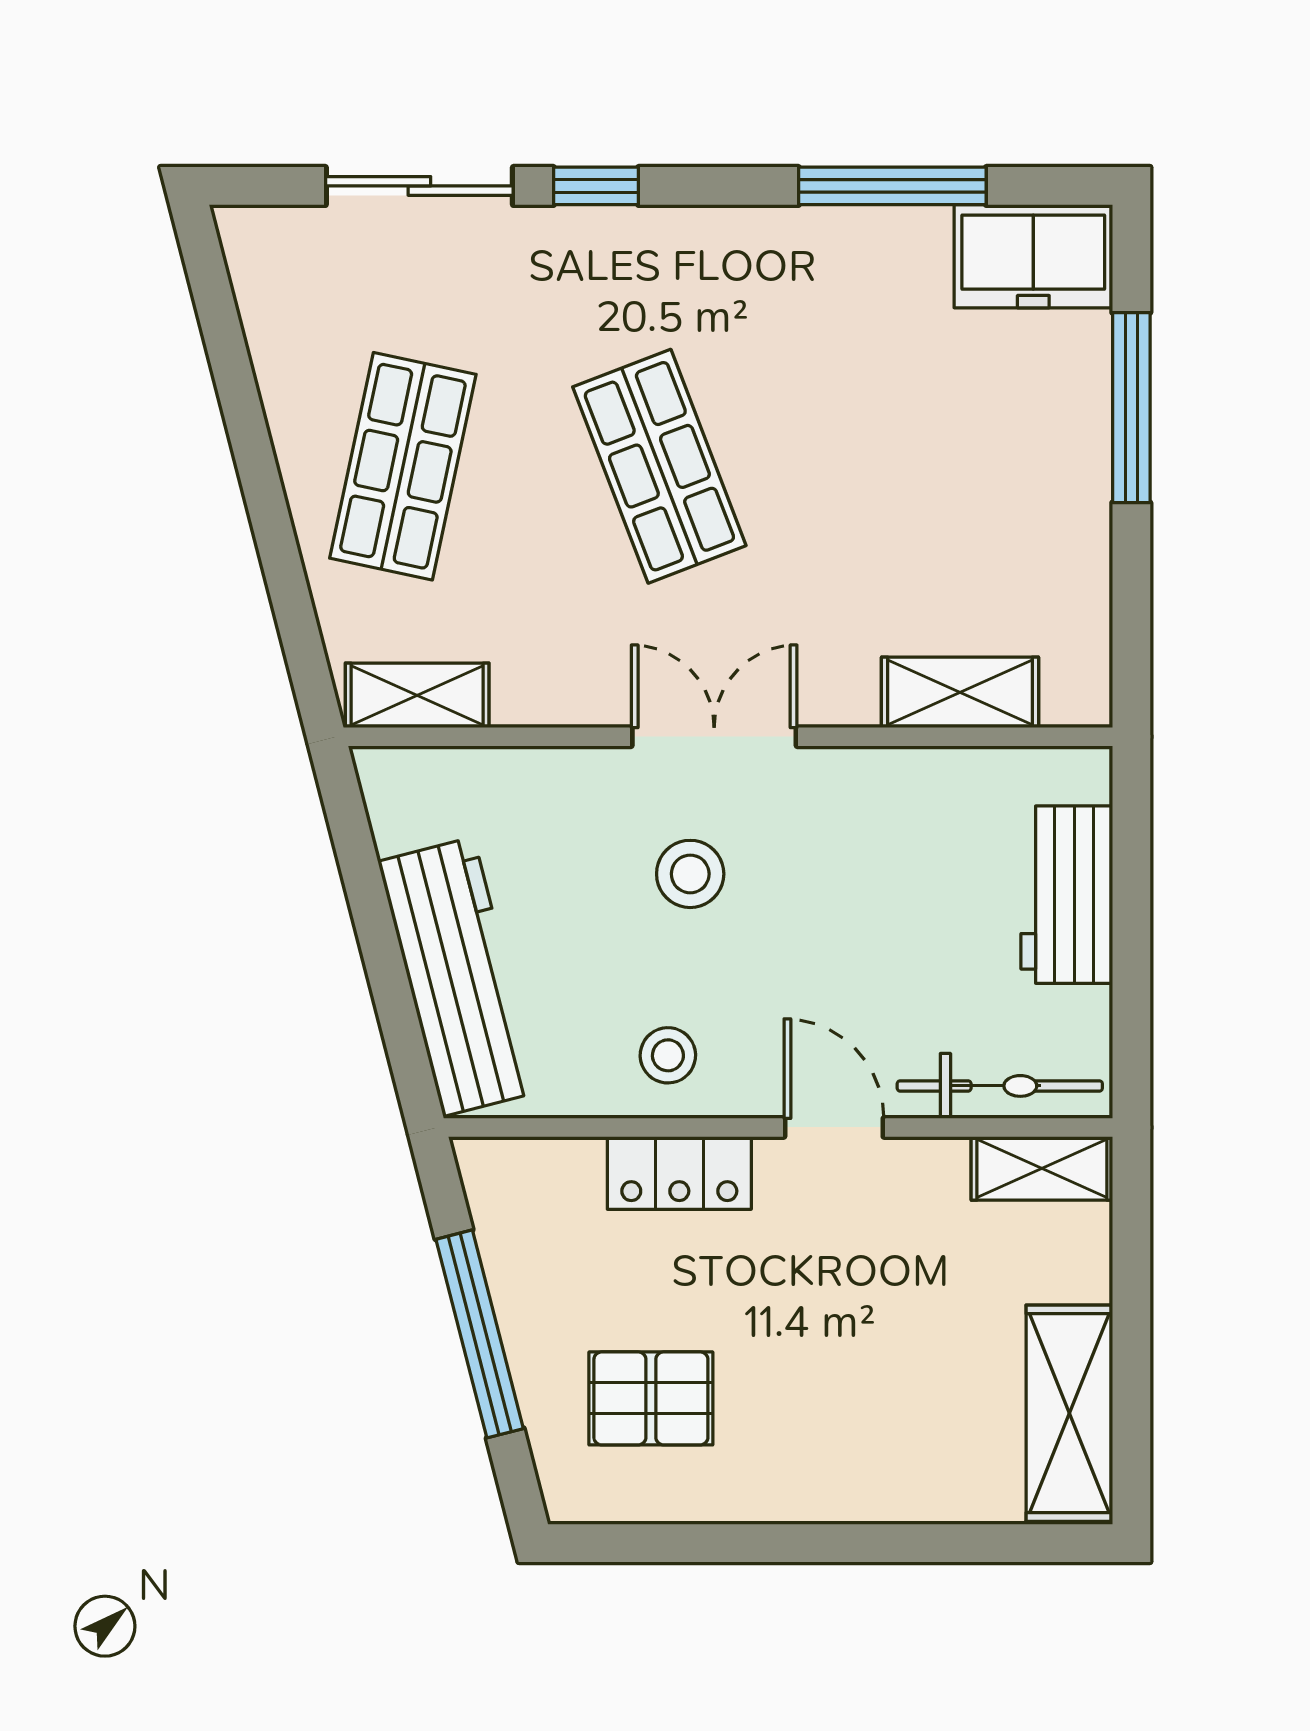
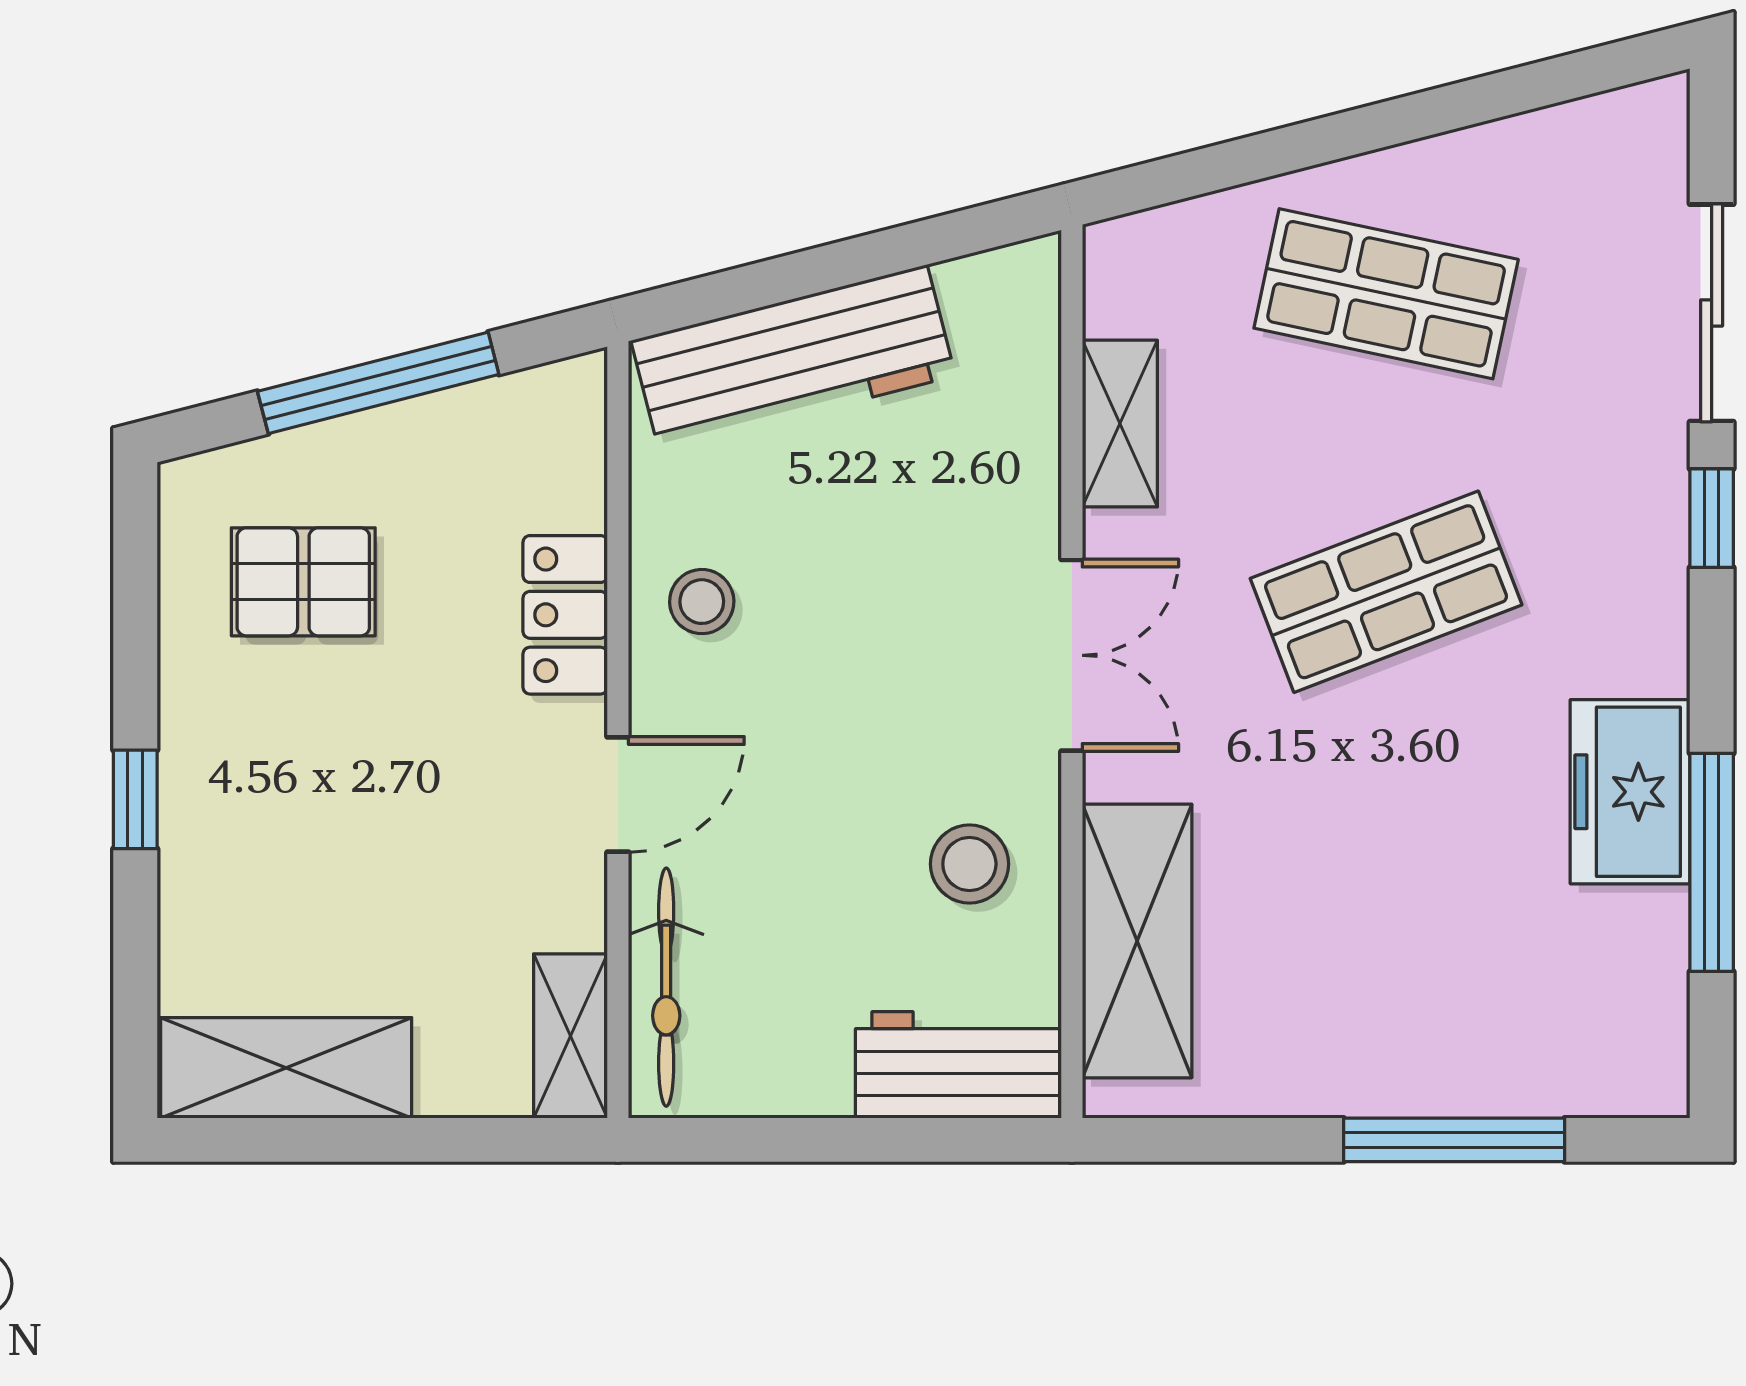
freezer: (1033, 256) -> (1630, 792), moved
shelving: (960, 692) -> (1137, 941), width x1.50, depth x1.33
shelving: (417, 695) -> (1120, 424), moved
stool: (690, 874) -> (969, 864), moved
workbench: (1067, 895) -> (958, 1065), moved
pallet: (651, 1398) -> (303, 582), turned 90
window: (838, 1543) -> (135, 799), added

